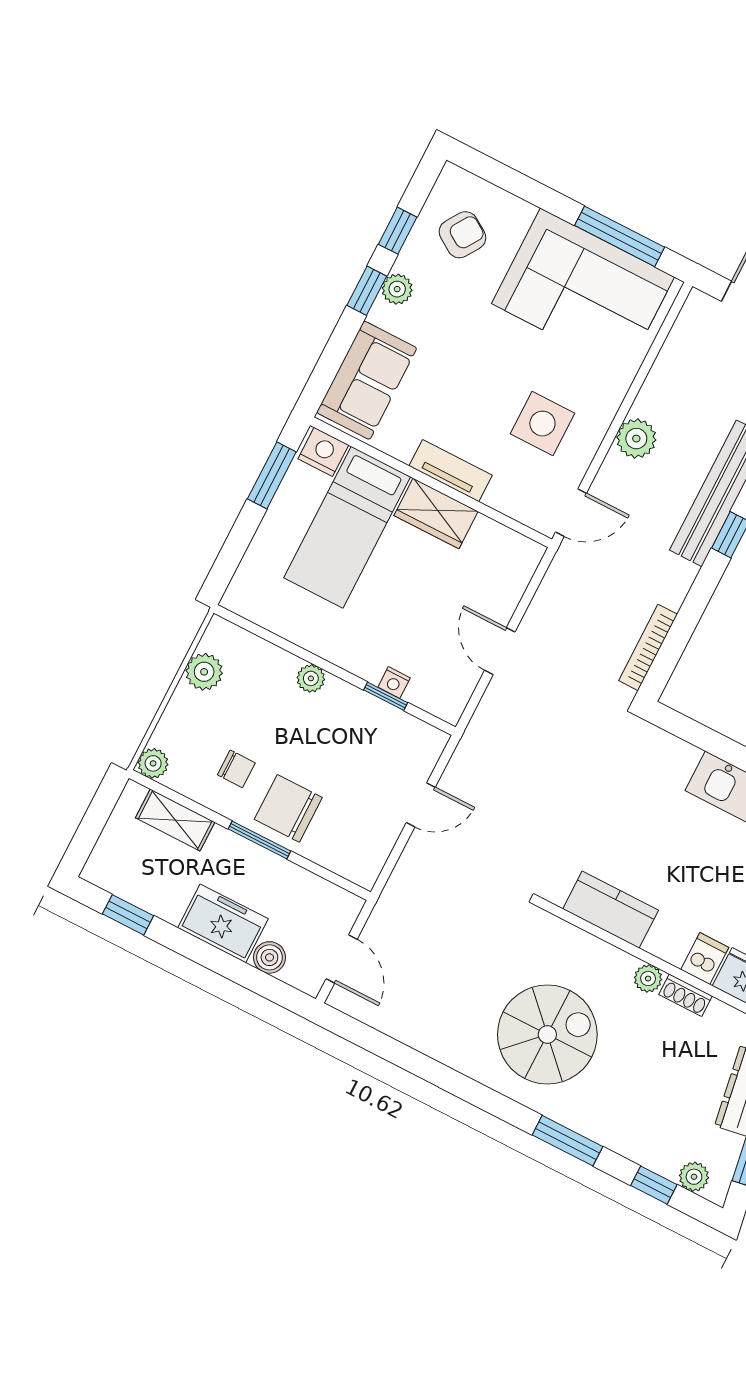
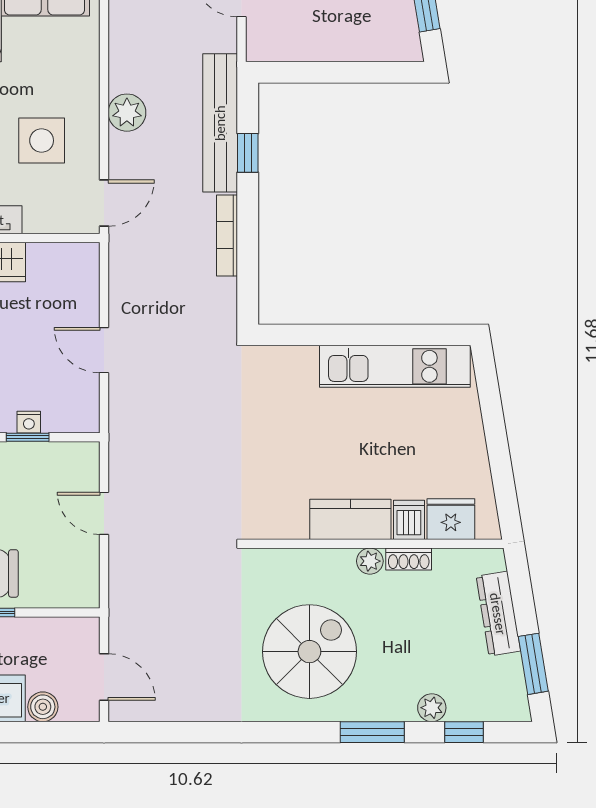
bookcase: (648, 647) -> (227, 235), moved
door: (421, 805) -> (104, 513), swing flipped
kitchen counter: (611, 910) -> (350, 519), moved
plant: (694, 1177) -> (432, 708), moved

